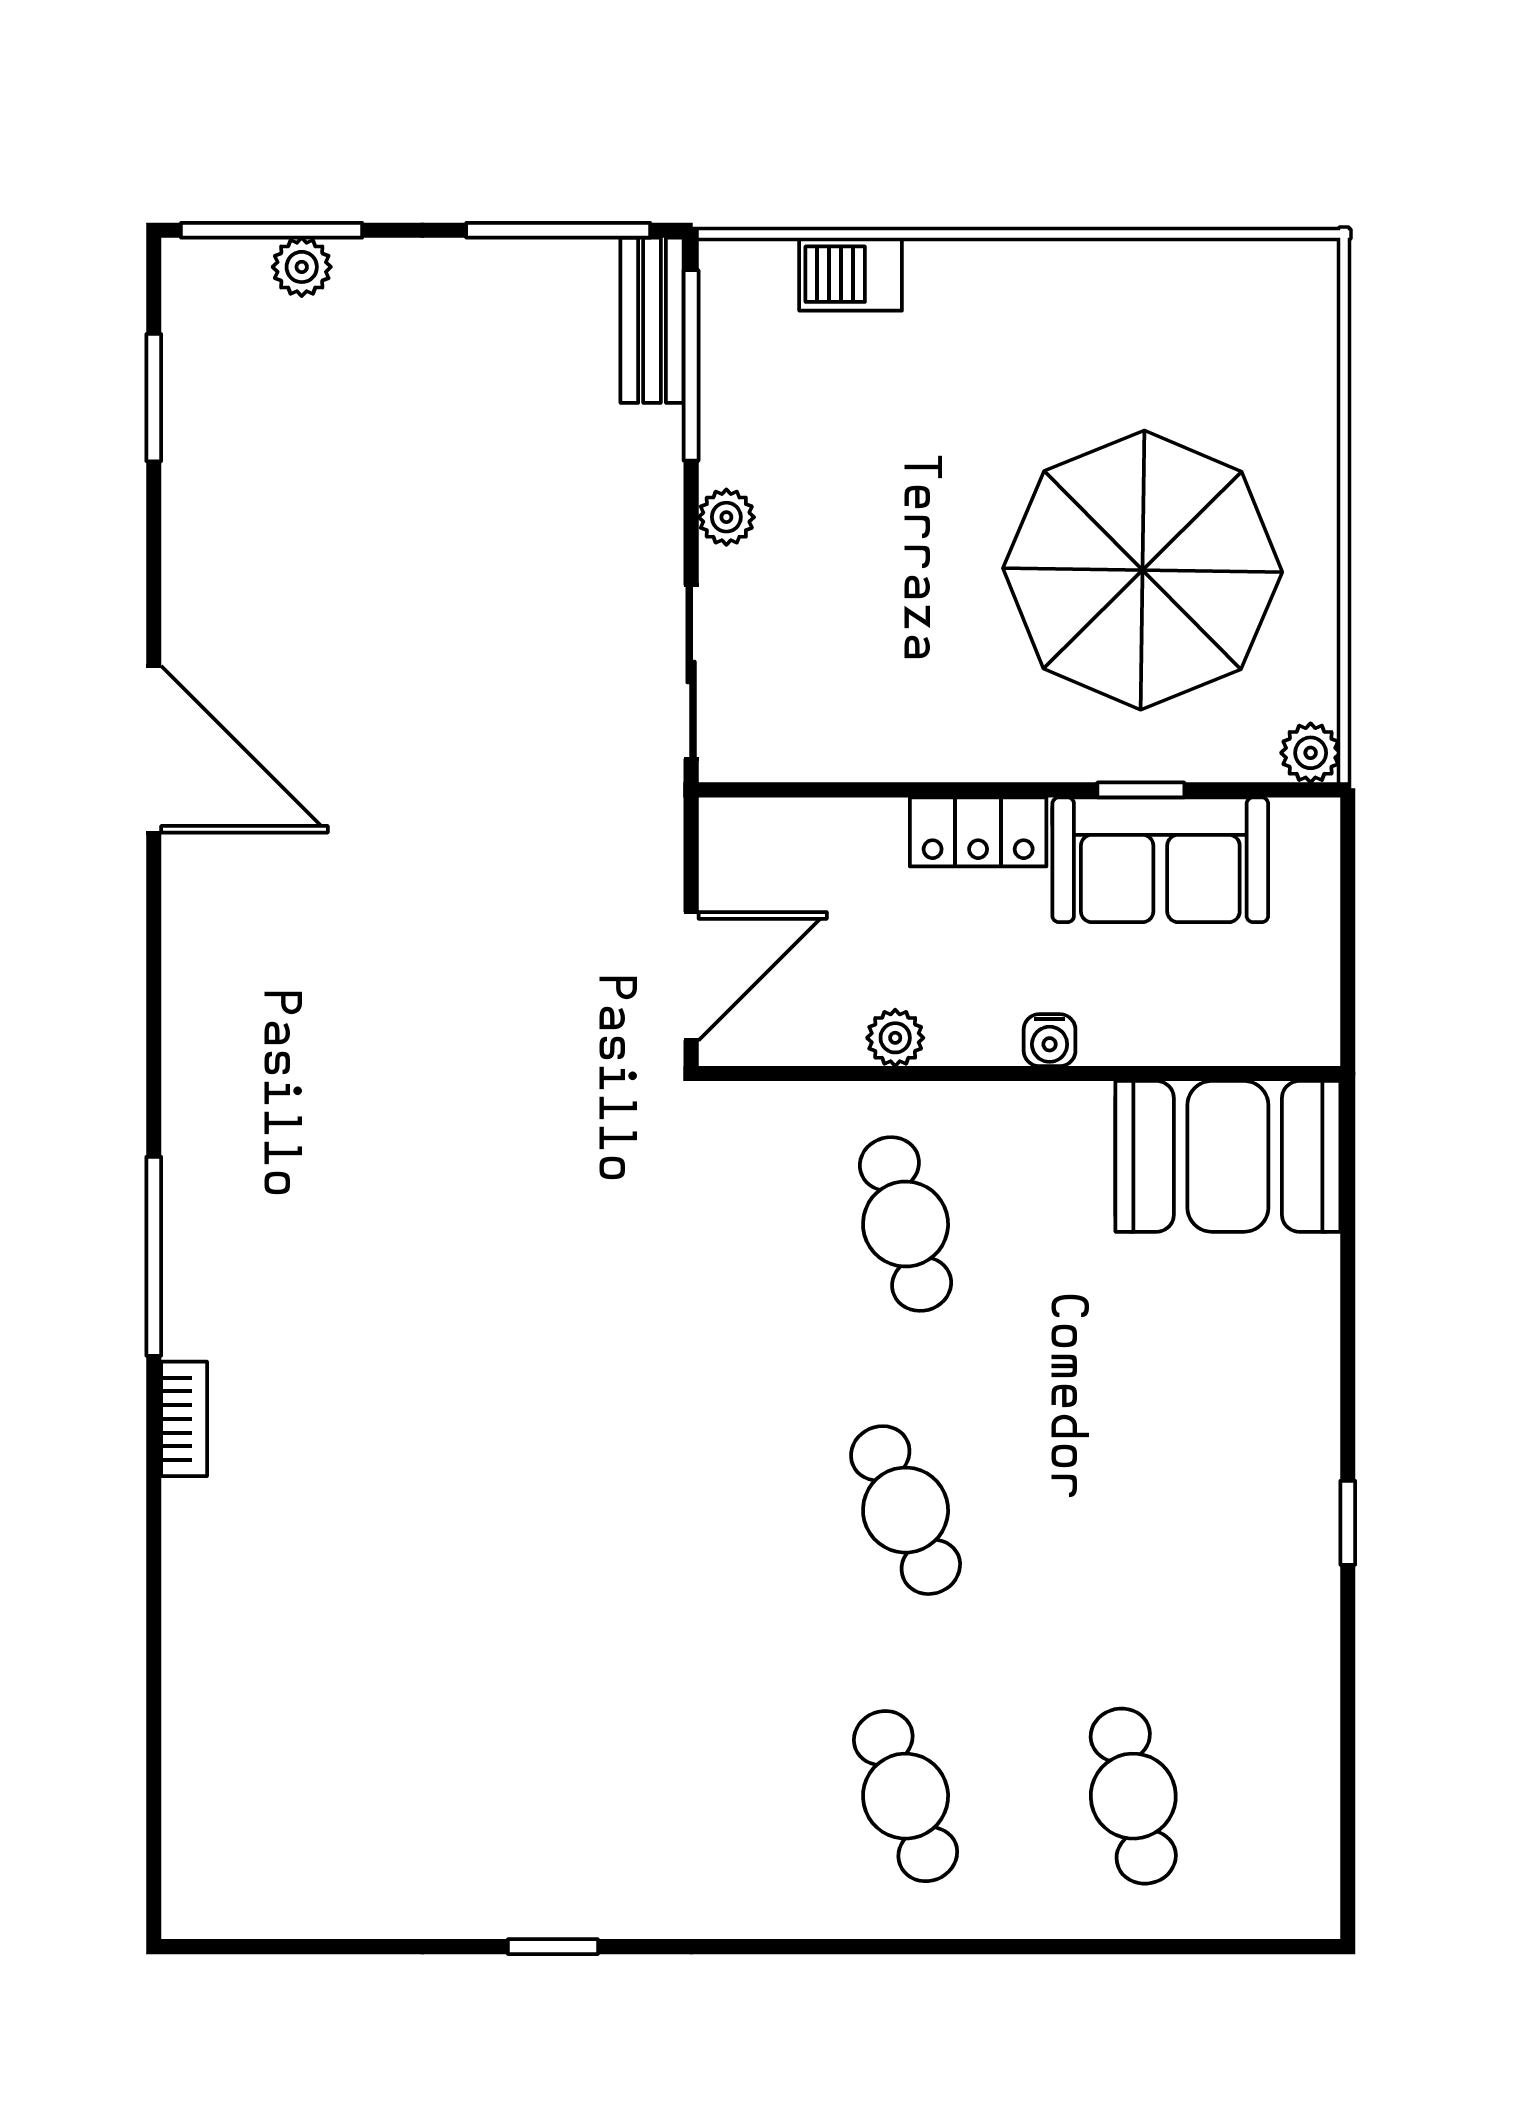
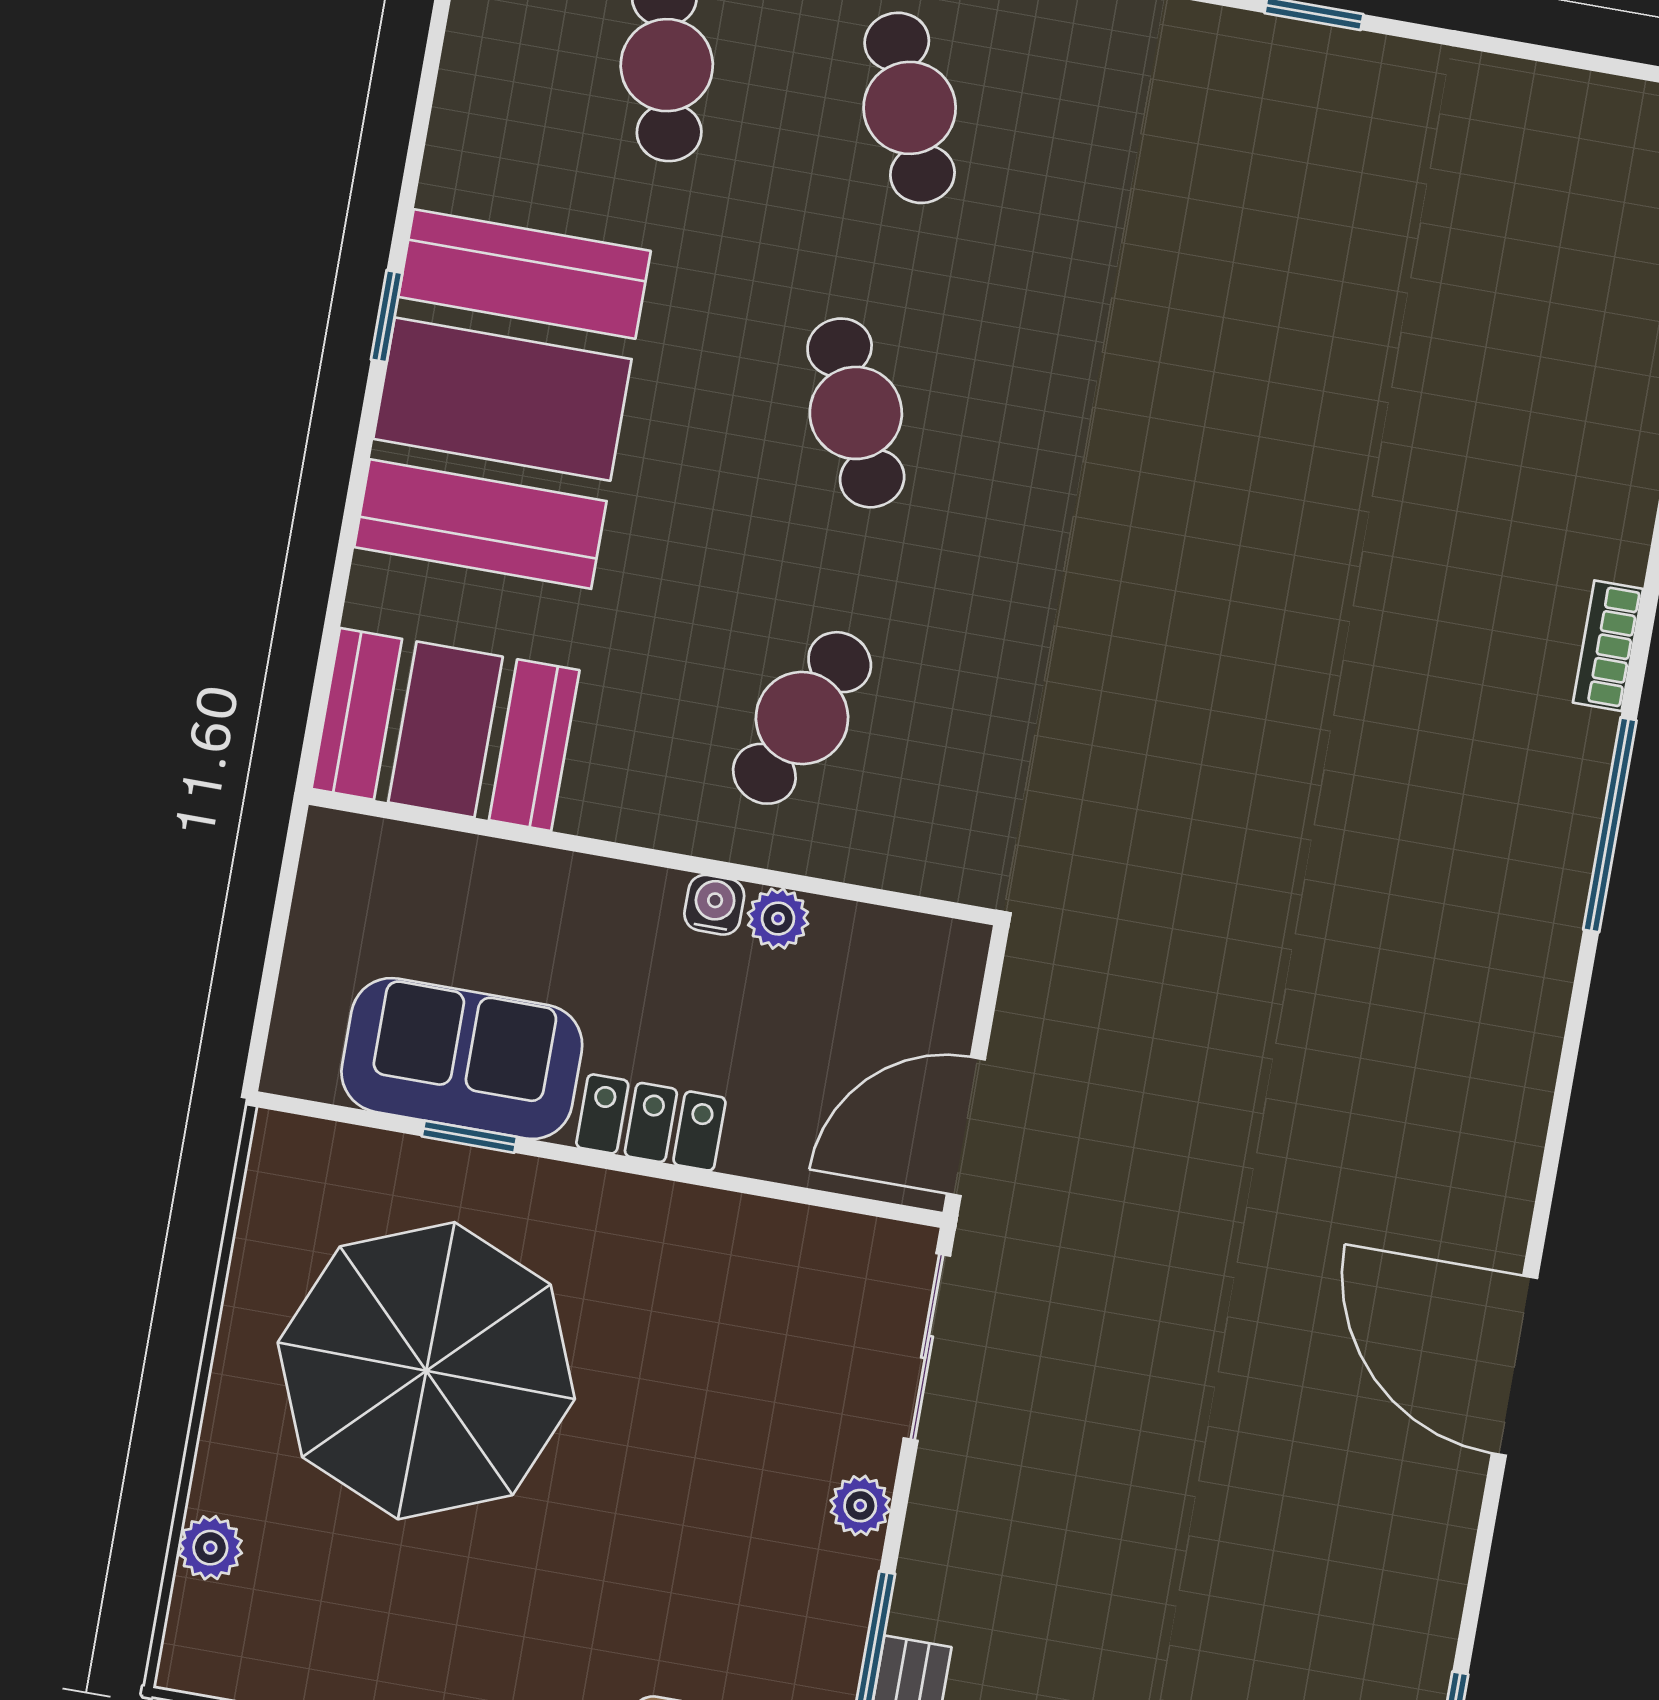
plant: (1311, 753) -> (210, 1548), moved
door: (691, 976) -> (966, 1127), moved
water cooler: (1050, 1040) -> (714, 905), moved
cafe table: (906, 1224) -> (802, 718), turned 39
booth: (1229, 1466) -> (502, 399), added

